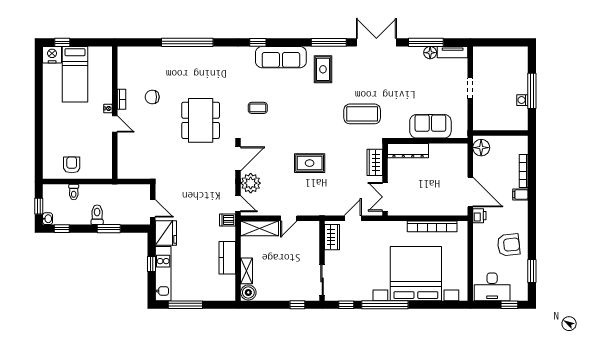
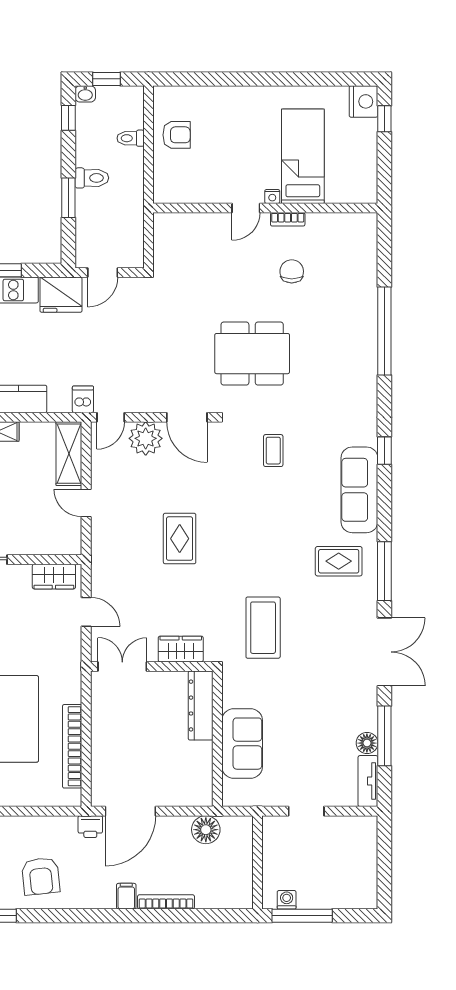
bed: (75, 74) -> (303, 156), moved, turned 90
wall: (500, 133) -> (258, 862), moved

